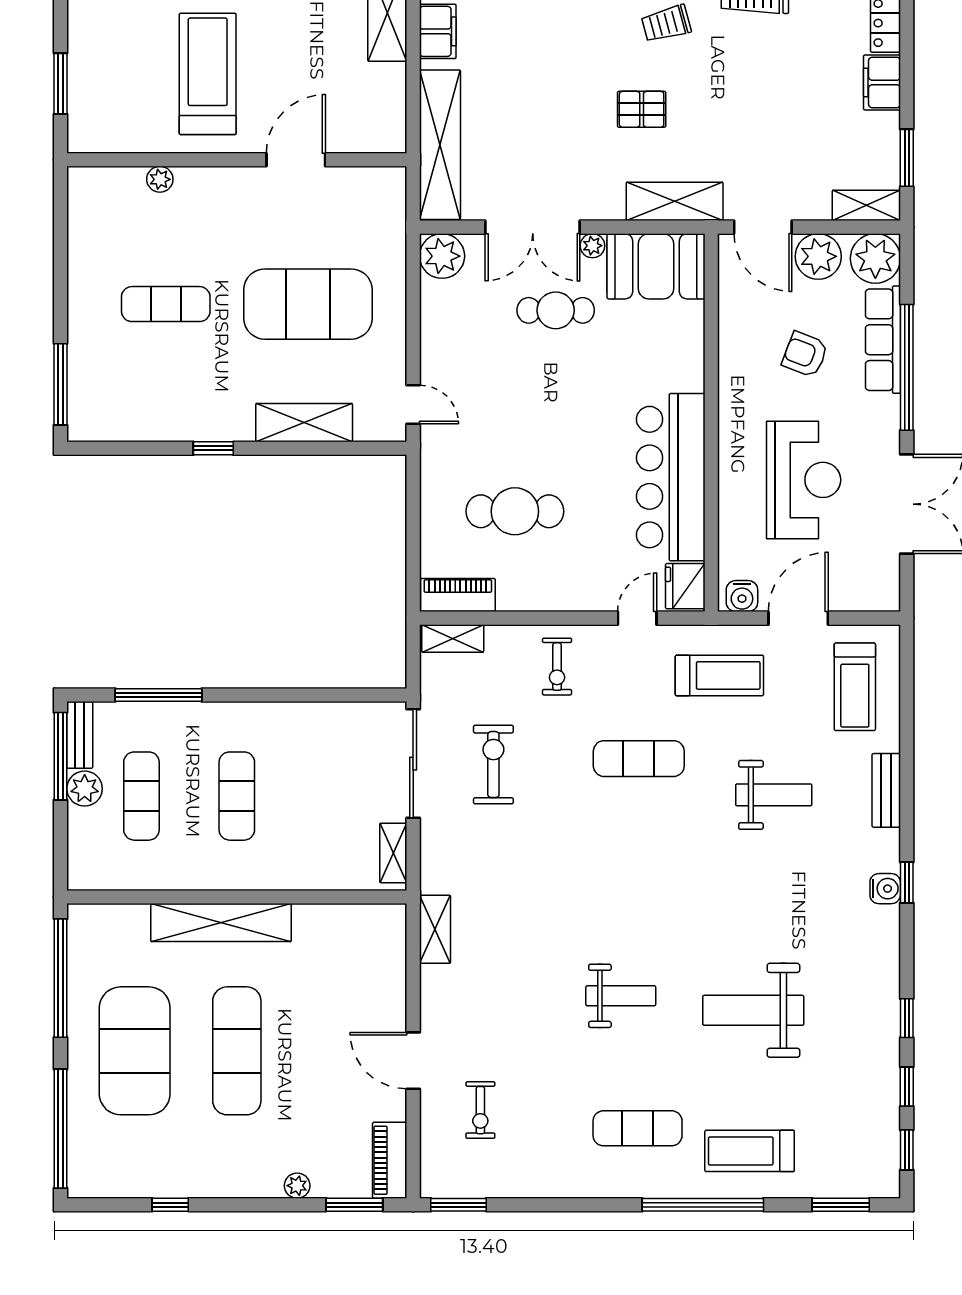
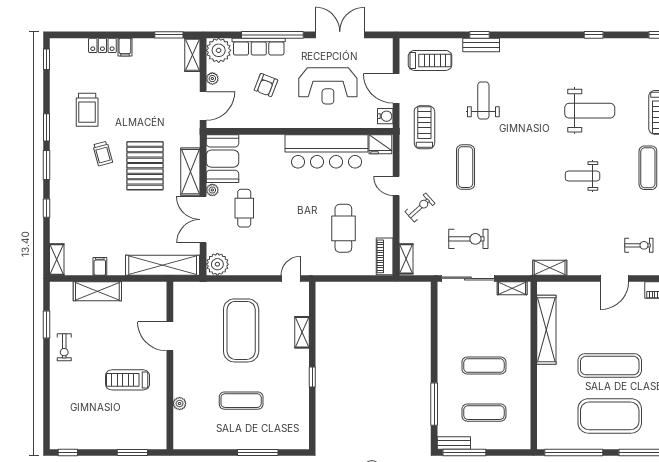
filing cabinet: (438, 31) -> (100, 266), width x0.50
treadmill: (208, 74) -> (128, 380), width x0.73, depth x0.73
filing cabinet: (882, 82) -> (125, 47), width x0.50
pallet: (642, 109) -> (145, 166), width x2.05, depth x2.00
shelving: (675, 201) -> (190, 172), moved
double door: (533, 227) -> (203, 220), swing flipped
plant: (818, 256) -> (212, 79), width x0.53, depth x0.53
exercise mat: (166, 304) -> (241, 401), turned 90
window: (61, 384) -> (258, 453), moved
shelving: (304, 423) -> (302, 332), width x0.67, depth x0.75
reception desk: (804, 480) -> (328, 86), turned 180
door: (637, 618) -> (396, 186), moved
exercise bike: (557, 667) -> (420, 207), turned -42
exercise bike: (493, 765) -> (468, 239), turned 180
plant: (85, 789) -> (480, 441), removed
window: (907, 882) -> (480, 35), moved
water cooler: (885, 889) -> (530, 46), removed
shelving: (221, 923) -> (546, 330), moved
weight bench: (621, 996) -> (583, 176), turned -90
weight bench: (753, 1010) -> (590, 111), turned -90
window: (907, 1087) -> (627, 35), removed

